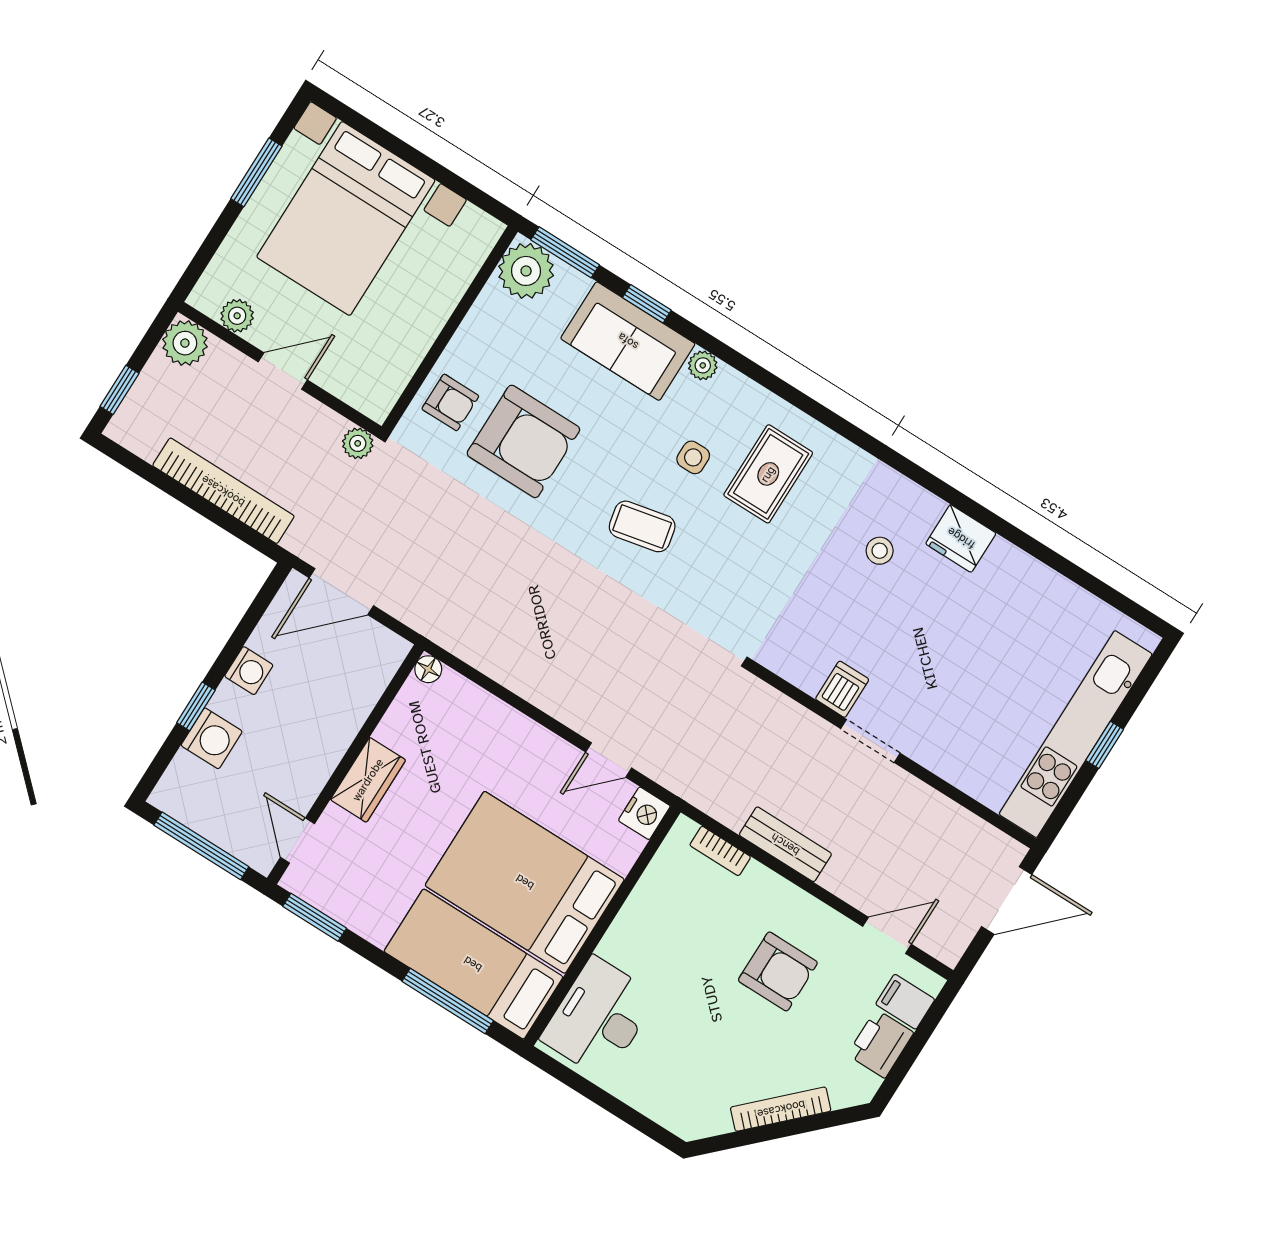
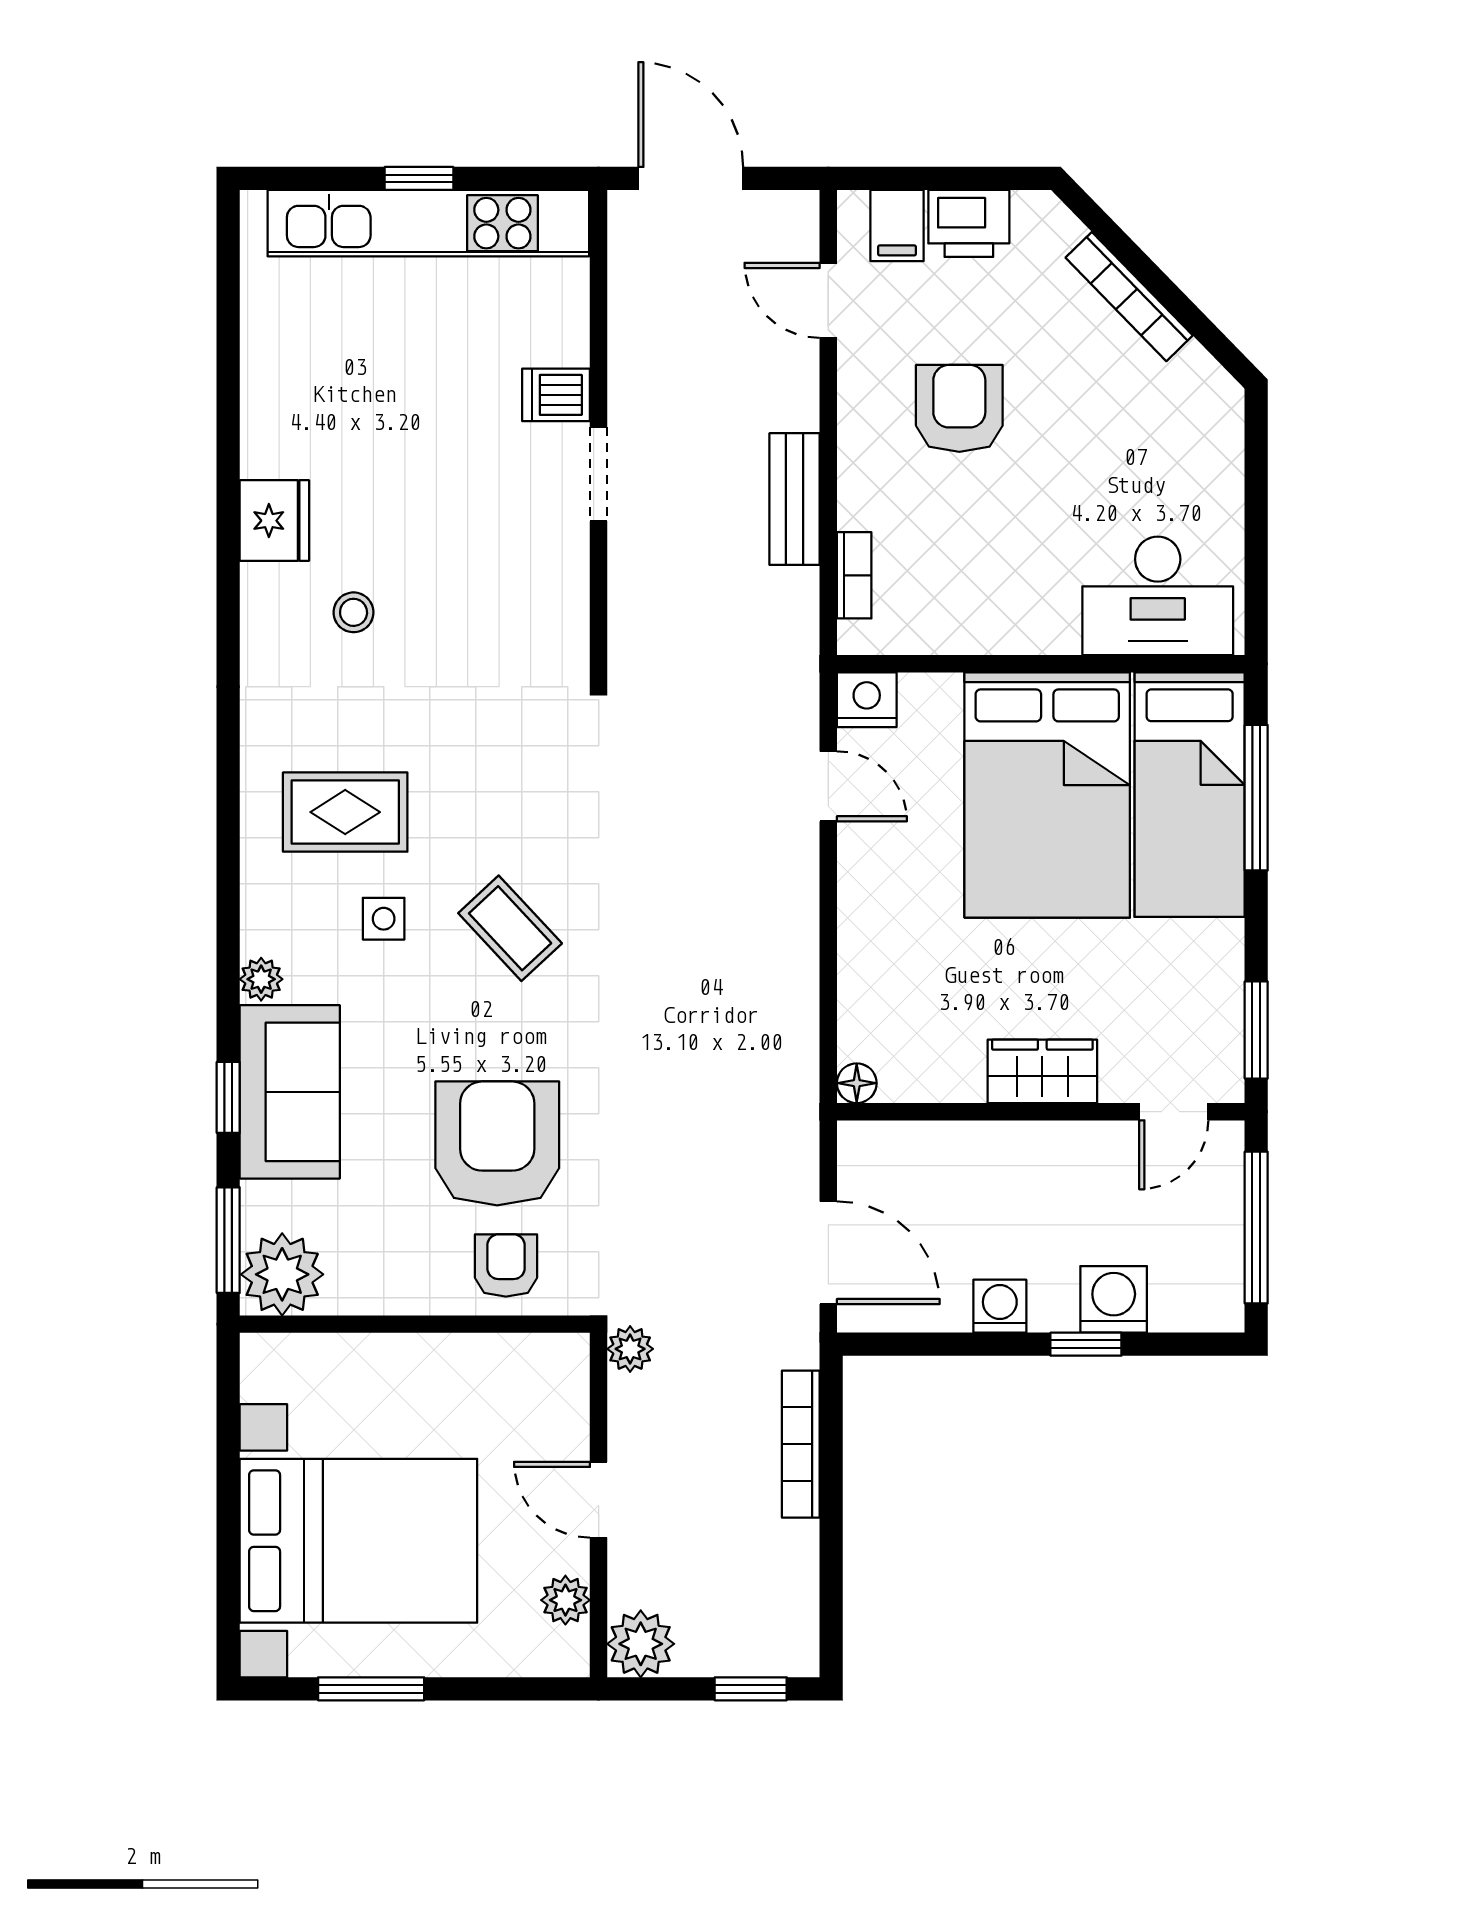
bookcase: (223, 491) -> (801, 1444), width x0.68, depth x0.76
coffee table: (642, 526) -> (510, 928), turned -31
dishwasher: (842, 689) -> (556, 395), moved

